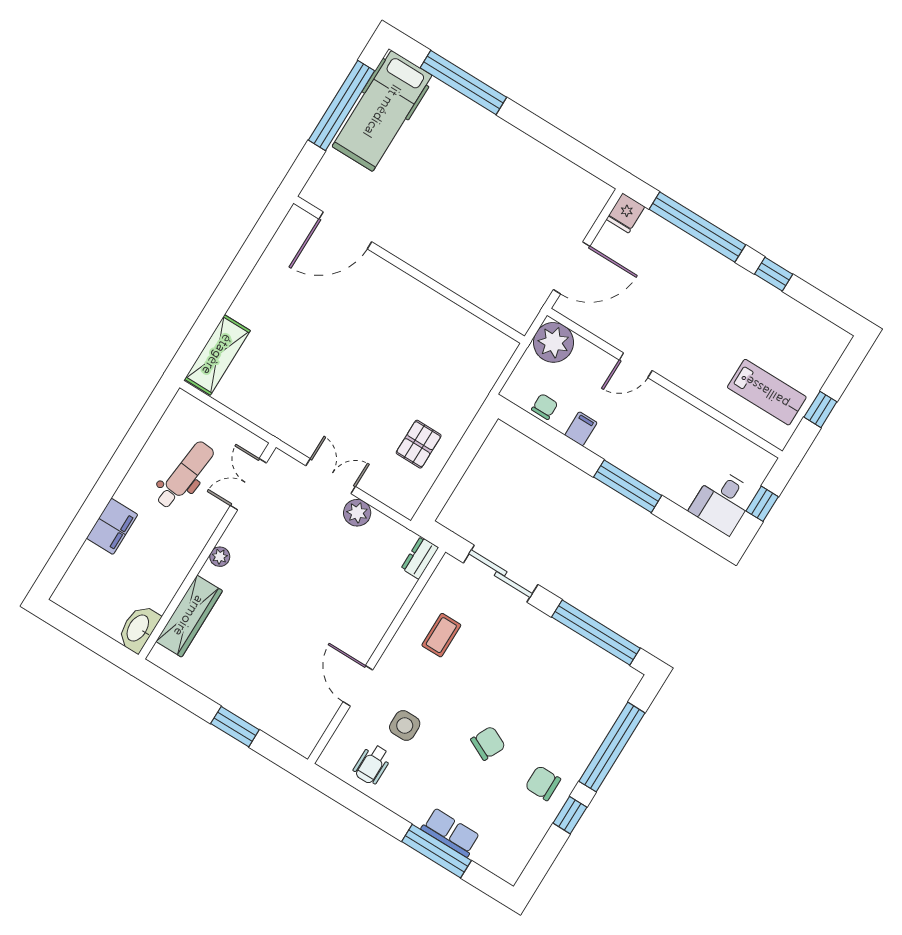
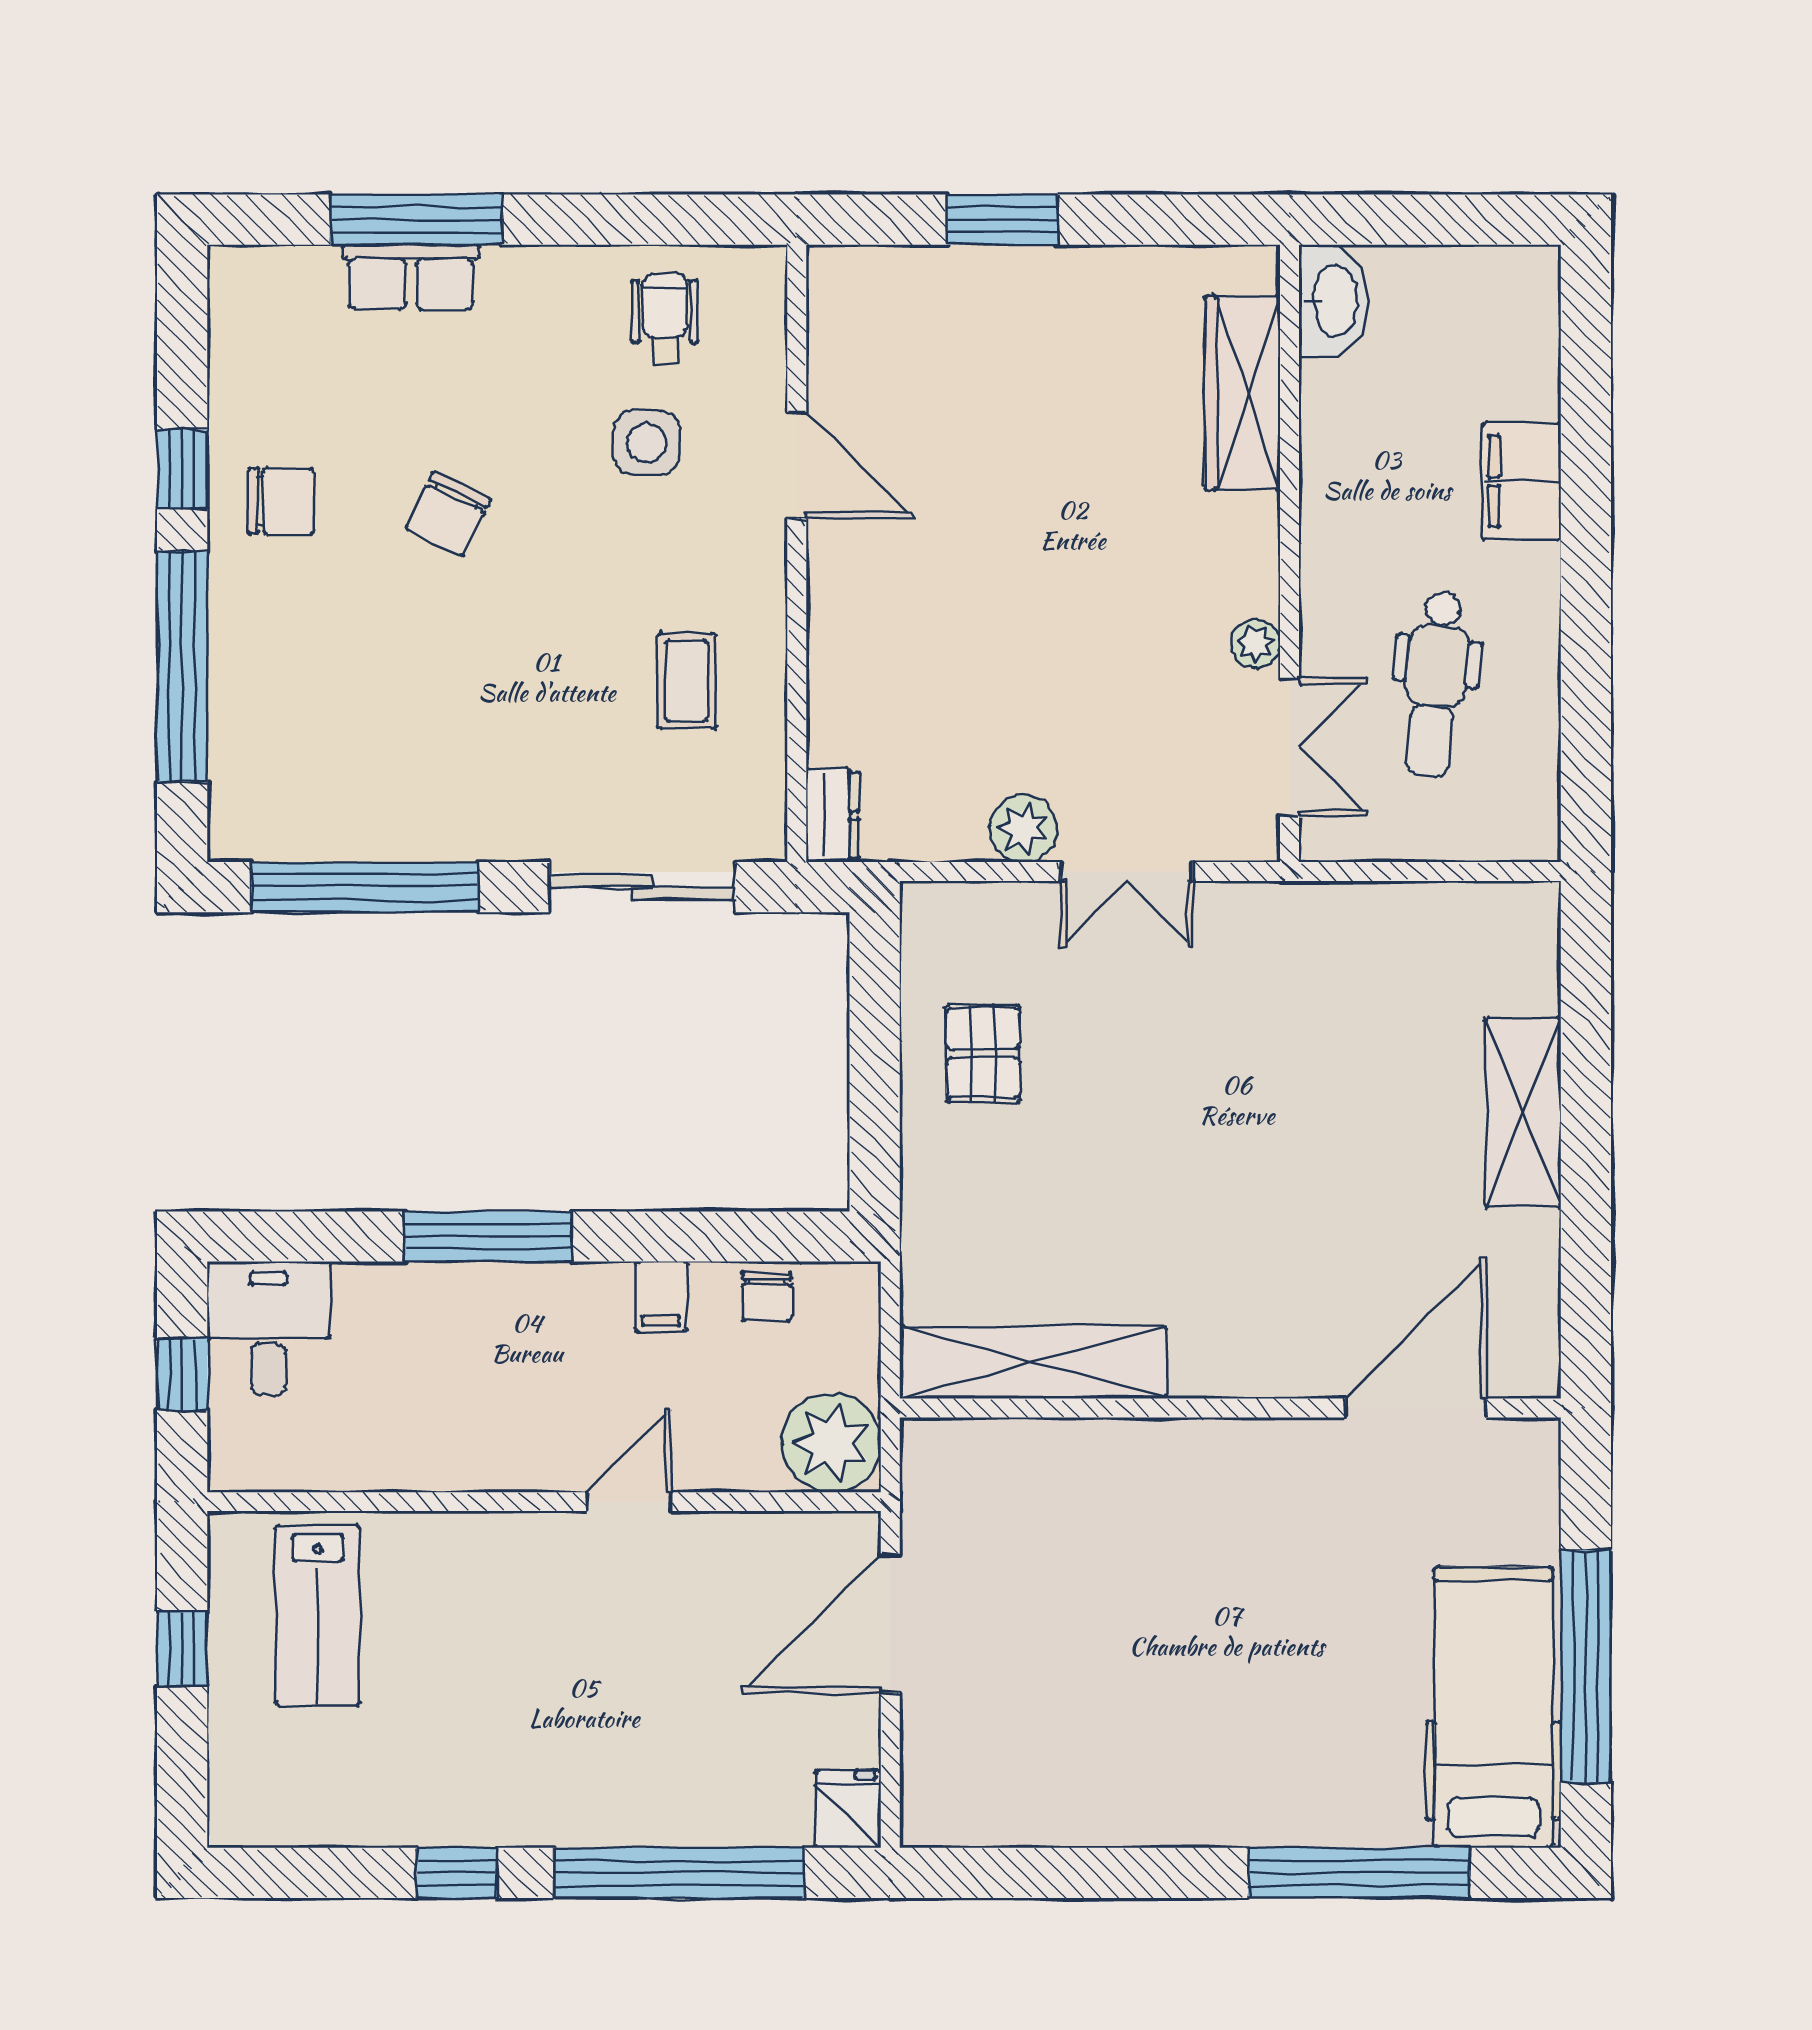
shelving: (467, 327) -> (1033, 1362), added
shelving: (217, 355) -> (1523, 1113), moved
lab bench: (767, 392) -> (318, 1615), turned -90
plant: (220, 557) -> (1256, 644), moved

